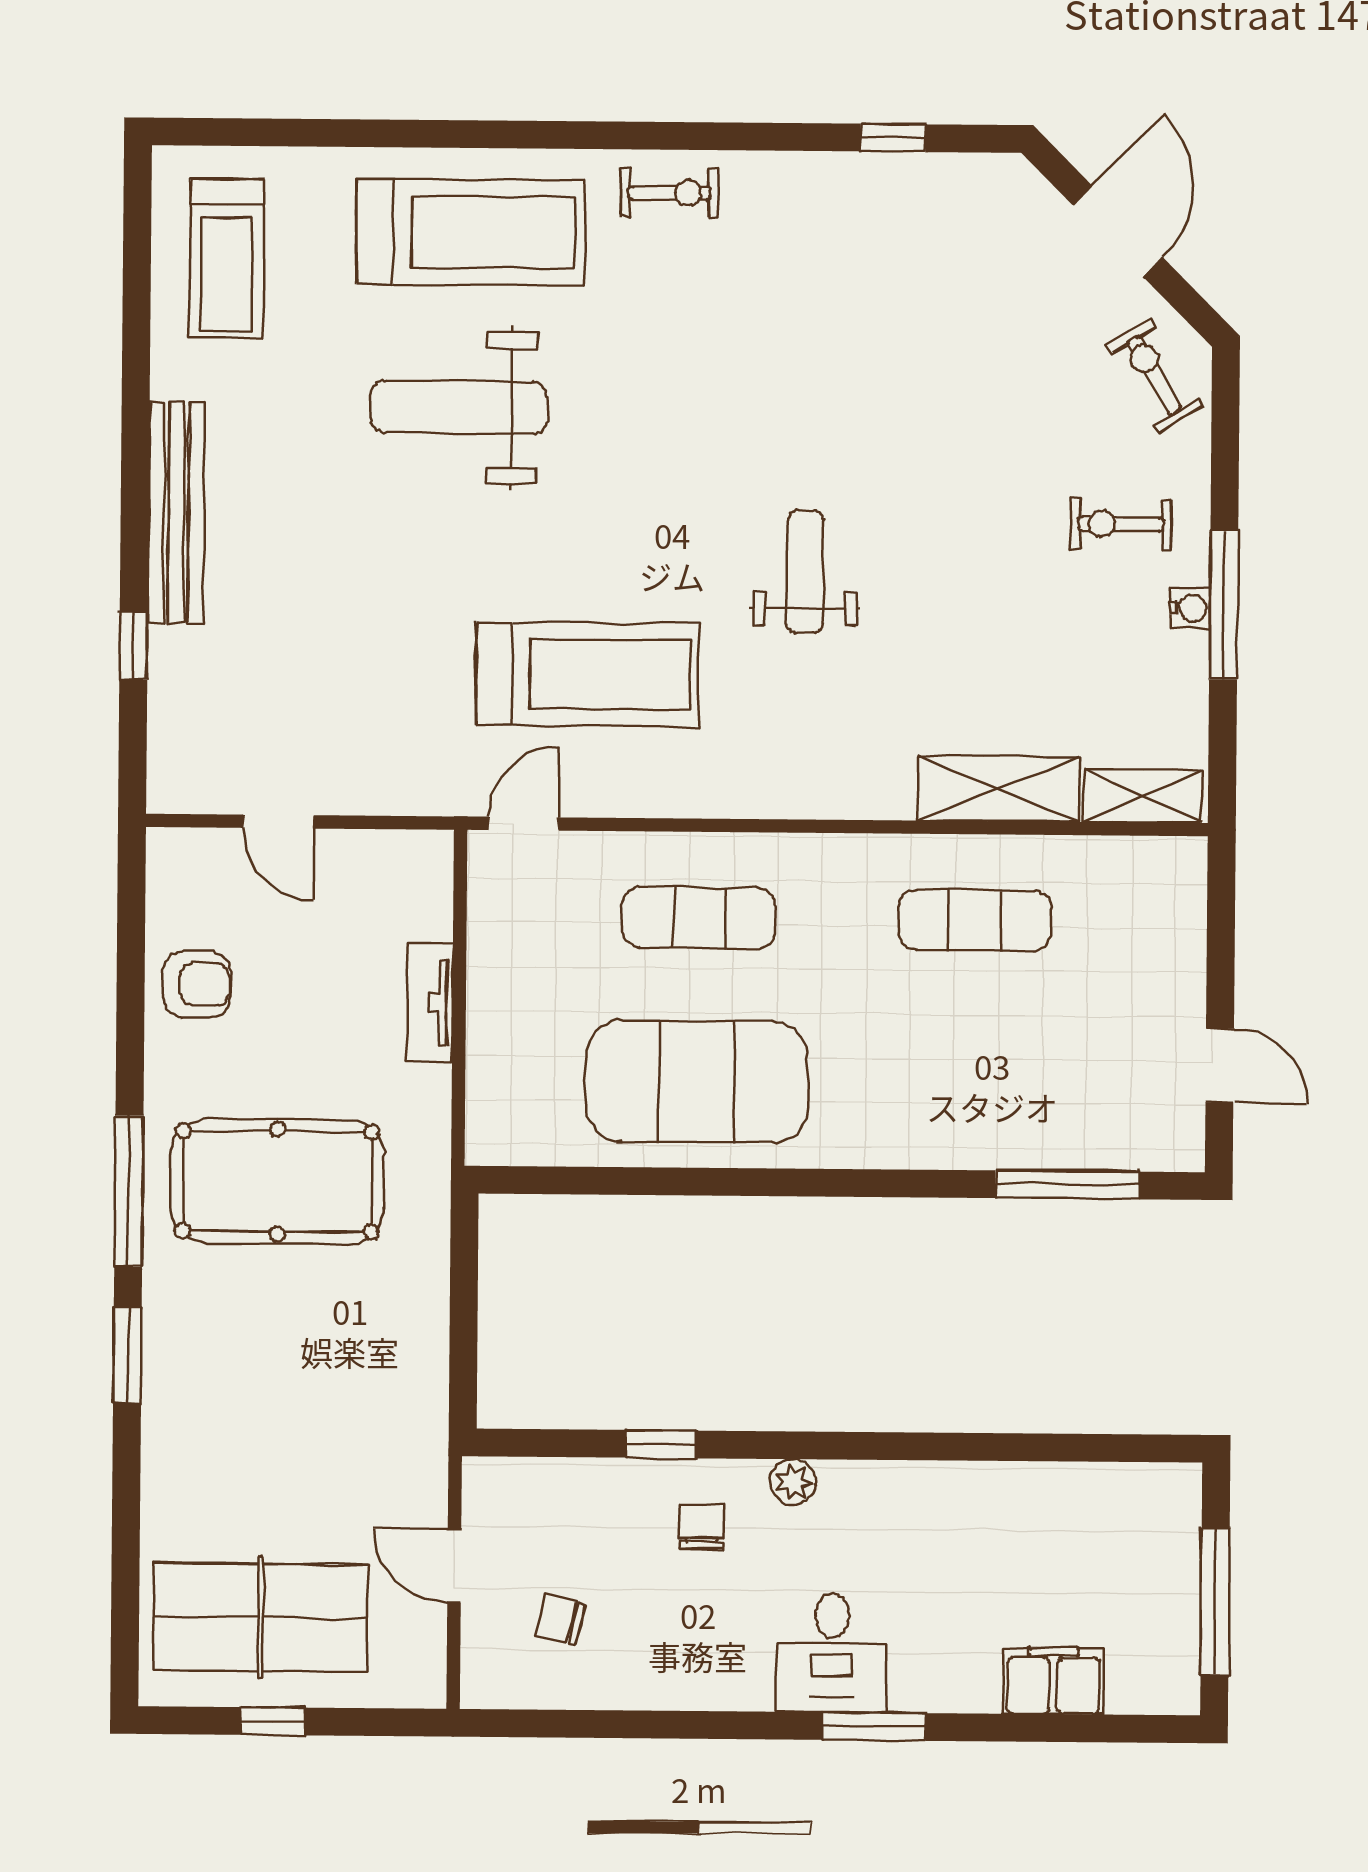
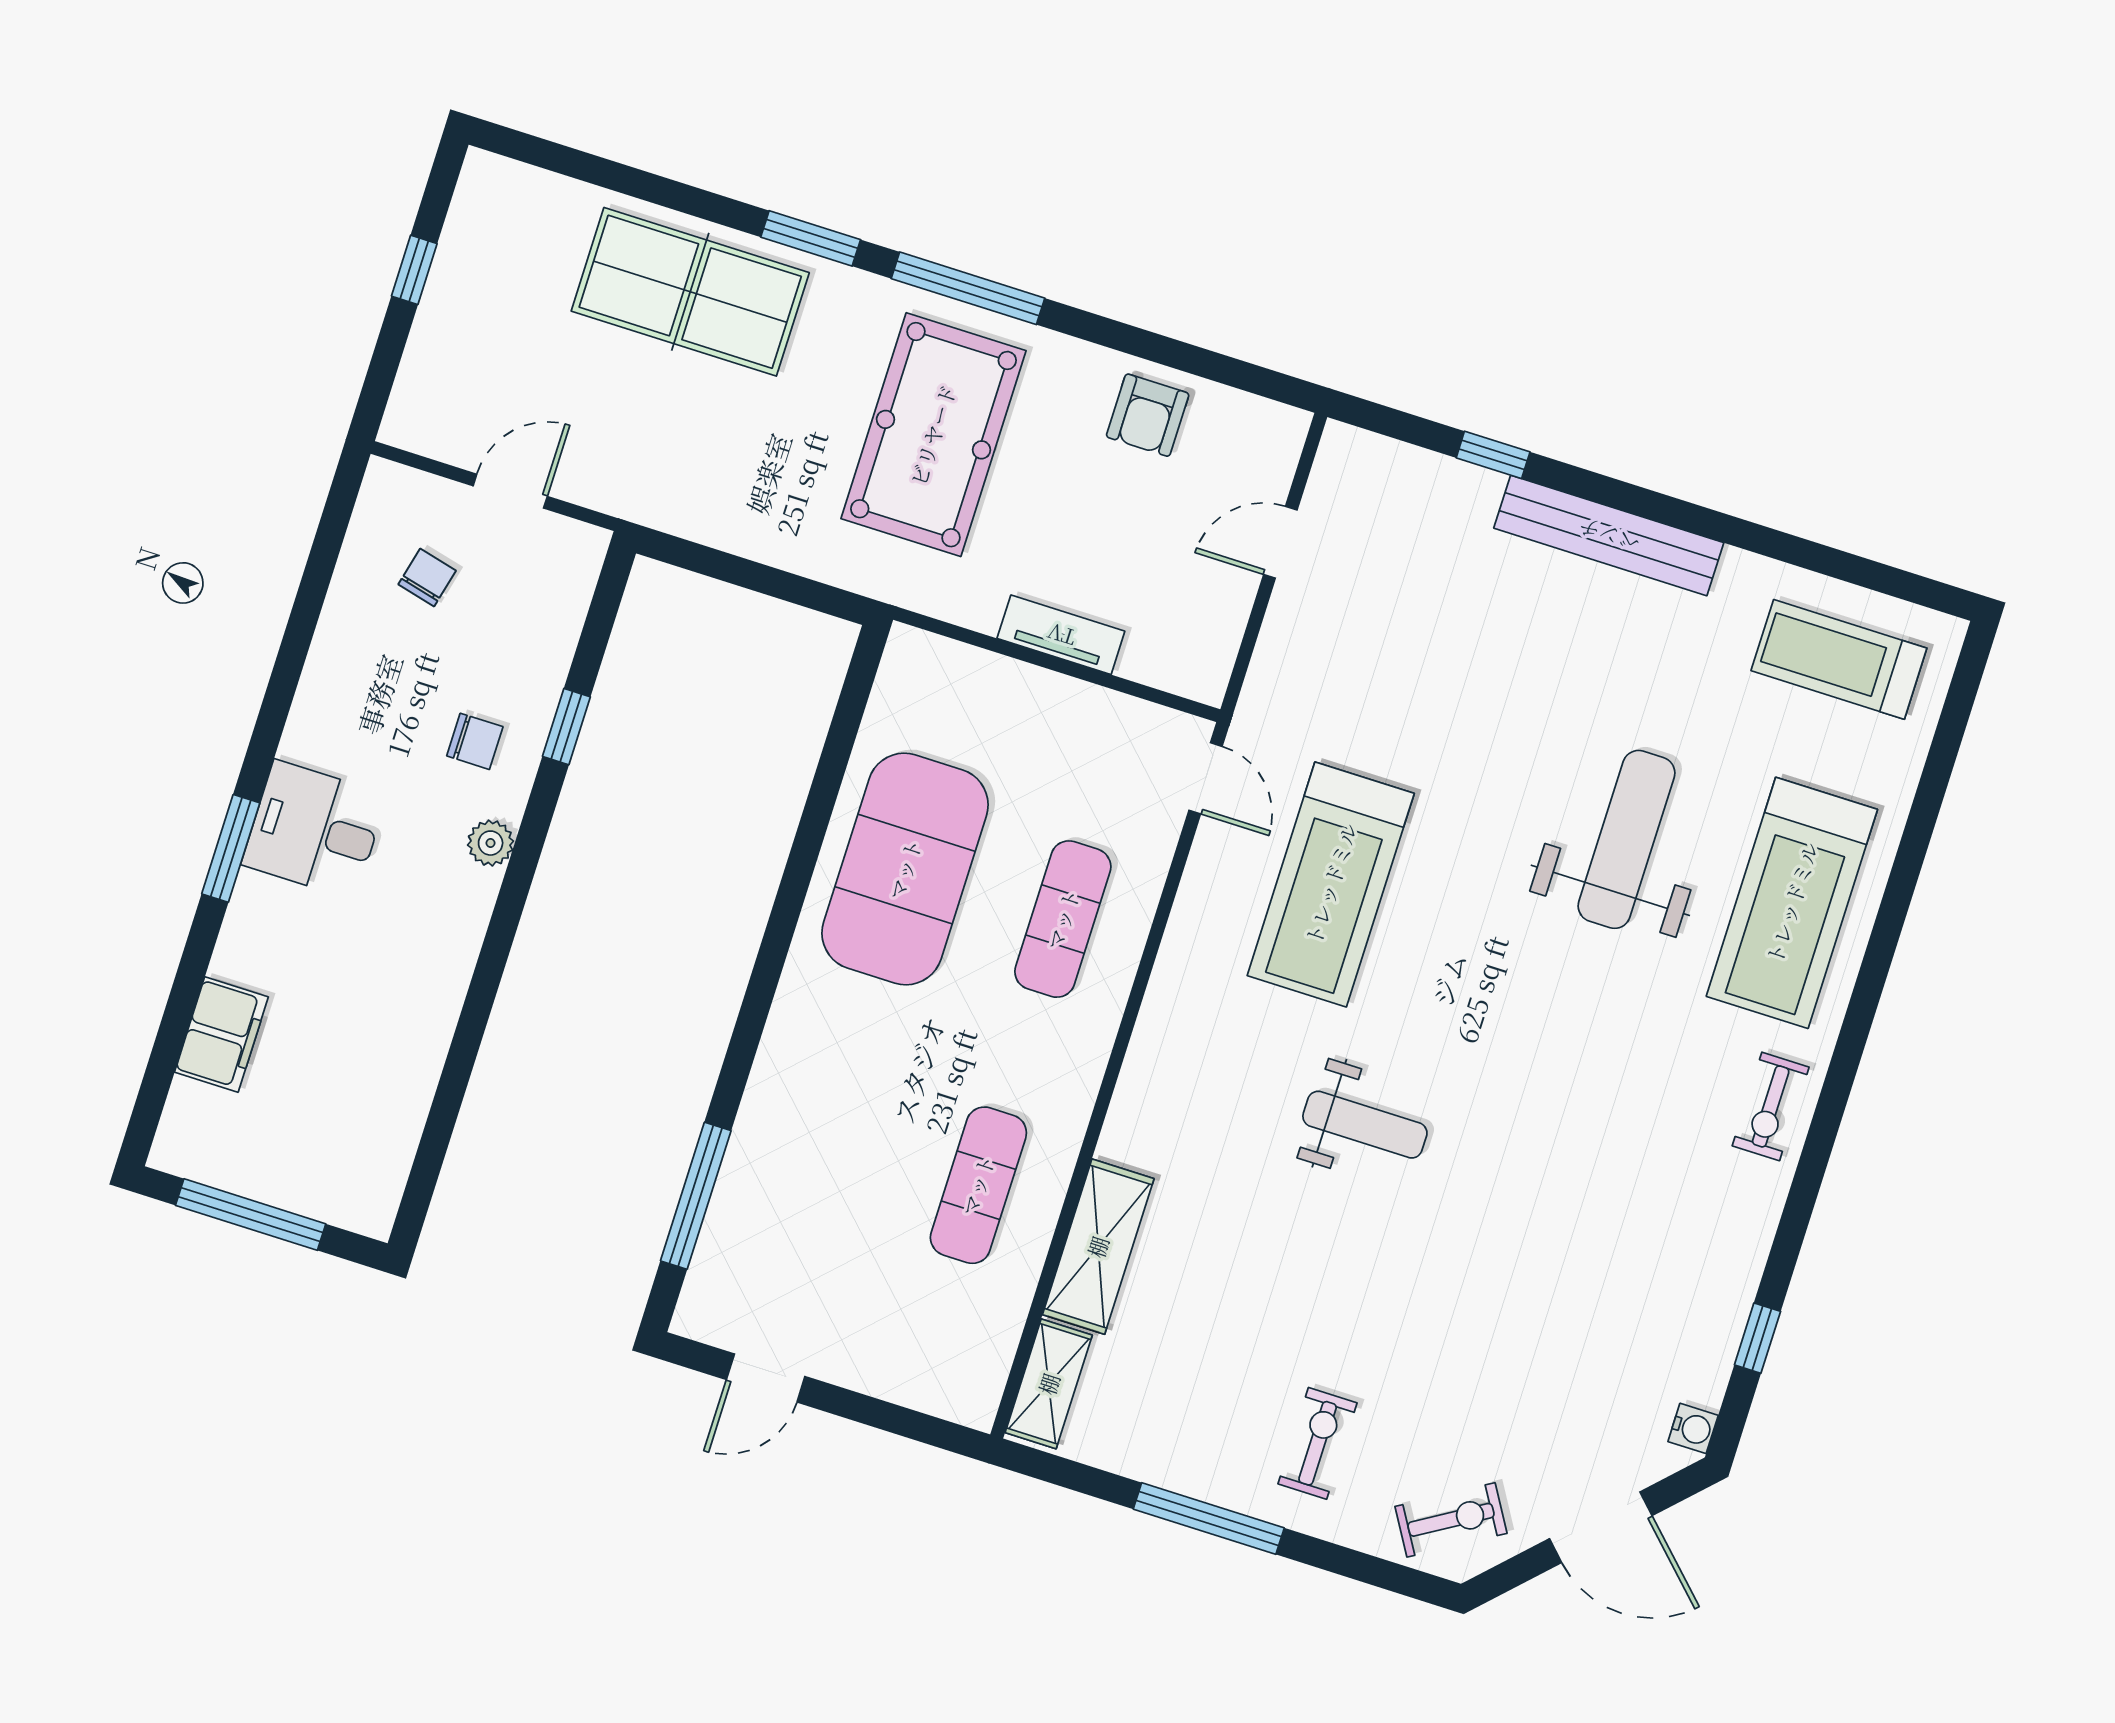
water cooler: (1190, 608) -> (1693, 1428), moved, turned -90
table tennis table: (261, 1618) -> (690, 292), moved, turned 90

